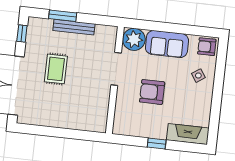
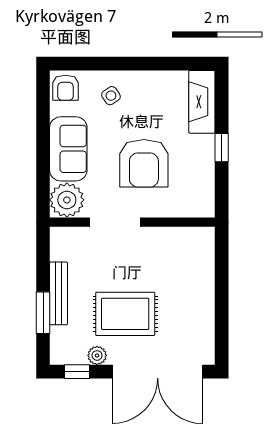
plant: (31, 48) -> (97, 355), added
rug: (56, 69) -> (125, 314), width x1.36, depth x1.43
armchair: (152, 92) -> (144, 163), width x1.36, depth x1.36

